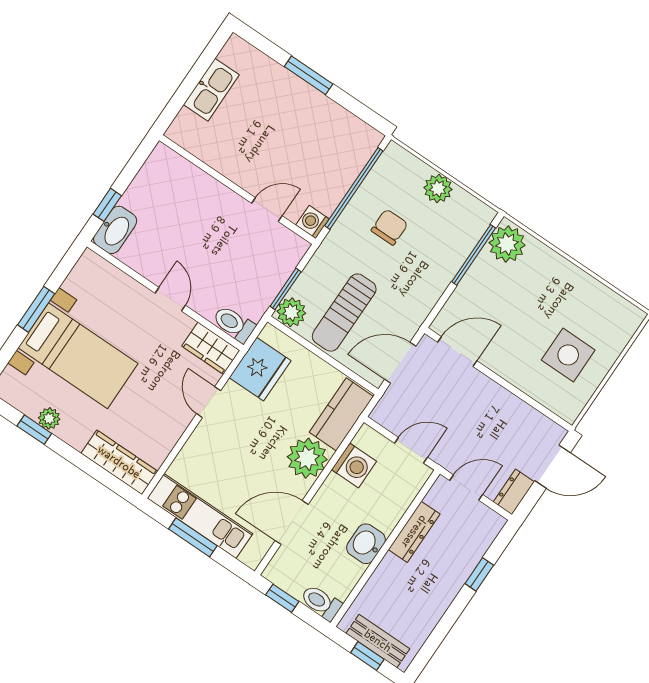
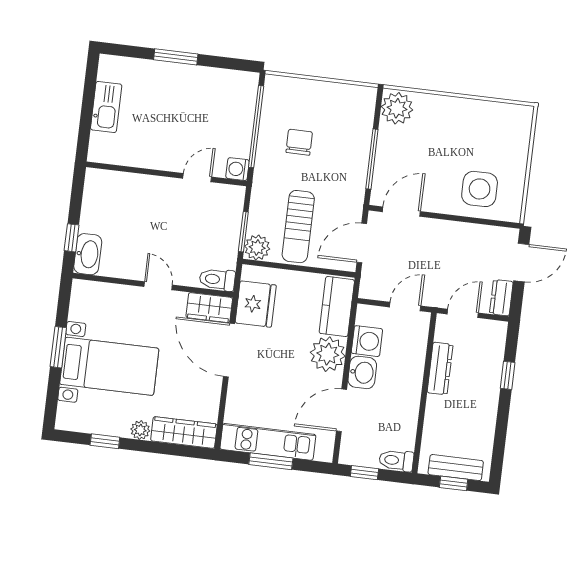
plant: (438, 188) -> (321, 93), removed
window: (474, 255) -> (372, 159), moved
side table: (568, 355) -> (480, 189), moved
door: (209, 402) -> (229, 350), width x1.88
plant: (49, 418) -> (140, 430), moved
washbasin: (366, 544) -> (362, 372), moved, turned 180

